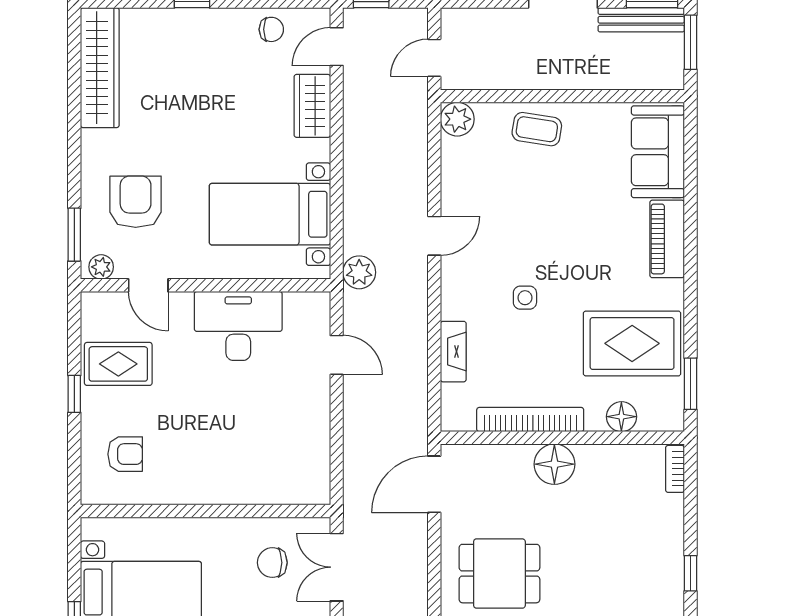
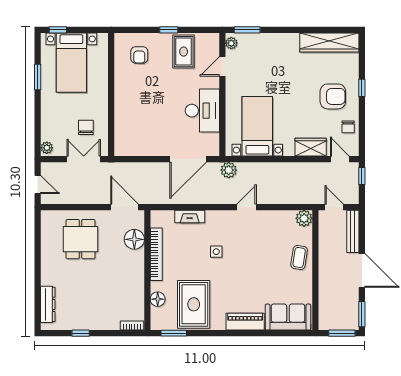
bench: (641, 20) -> (353, 231), moved
armchair: (136, 202) -> (333, 96), moved
door: (434, 236) -> (247, 207), swing flipped
door: (337, 355) -> (188, 159), width x1.88
floor lamp: (554, 464) -> (134, 239), moved

